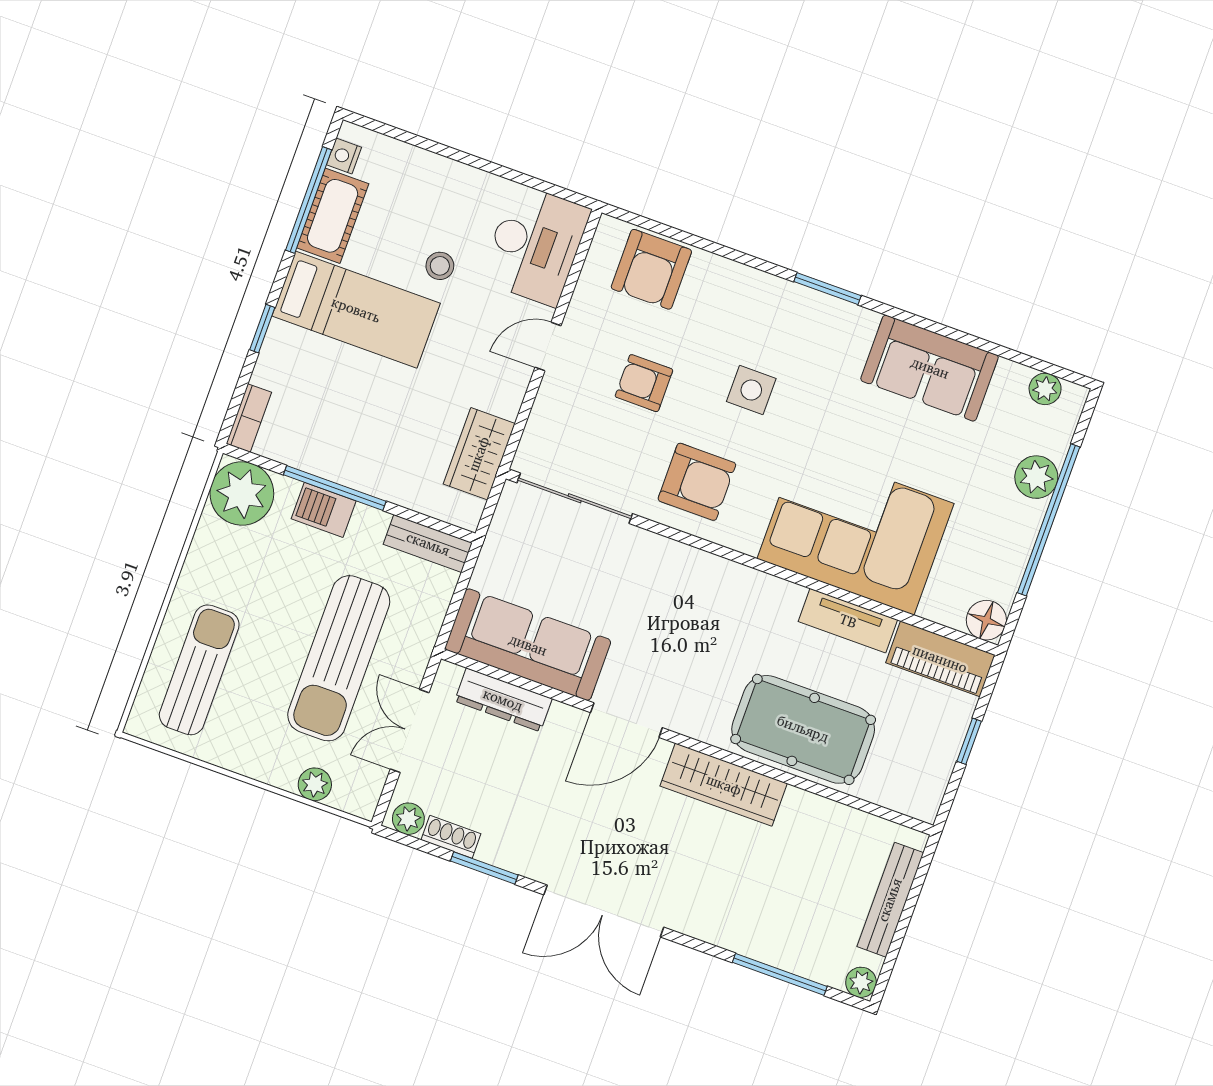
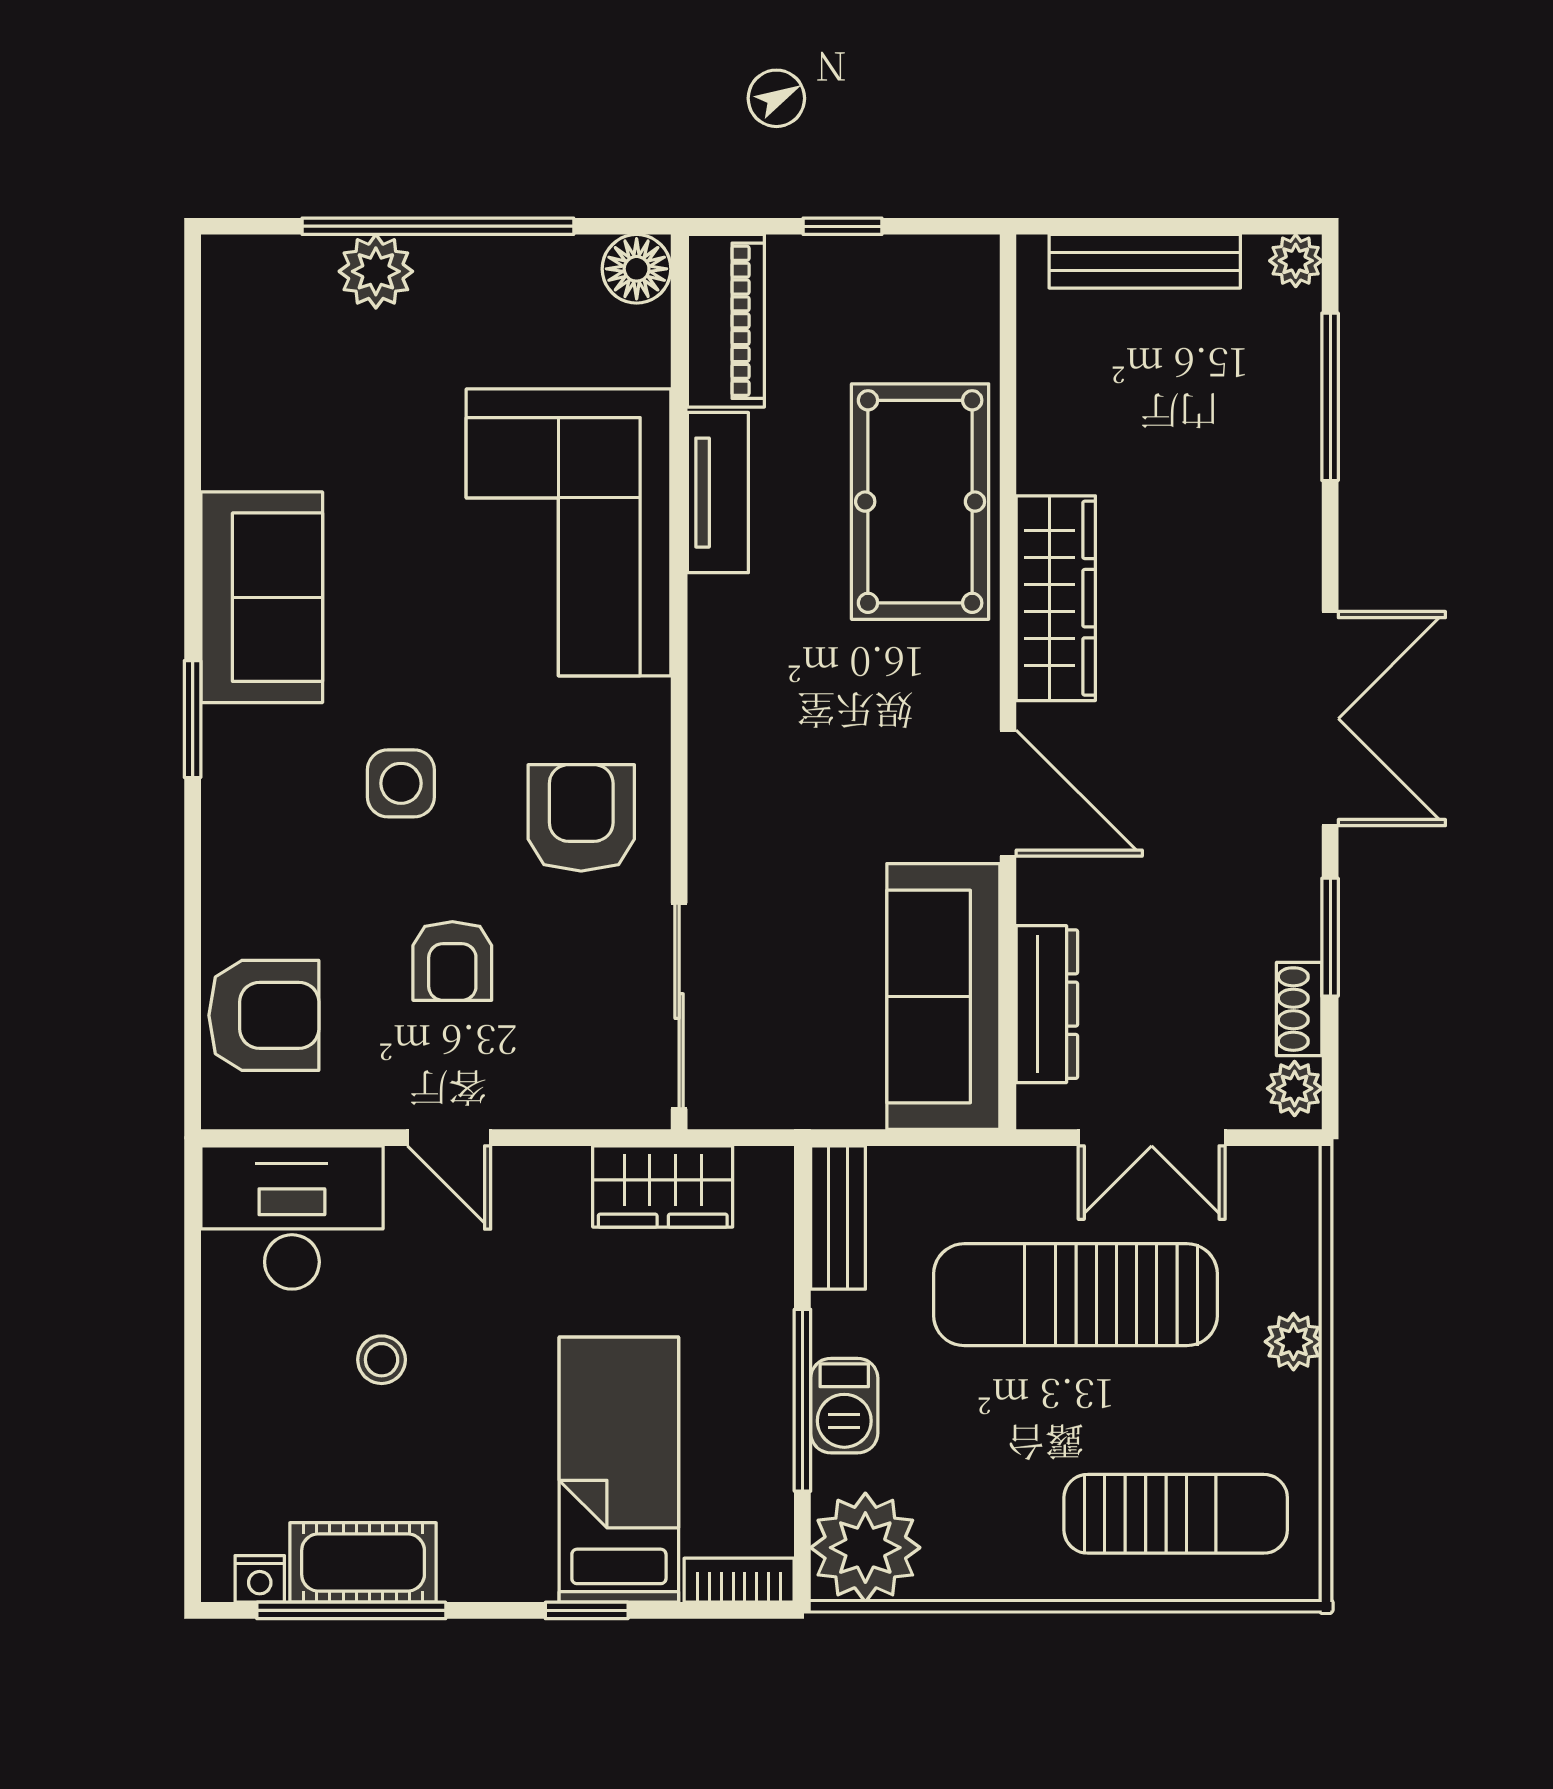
bed: (356, 310) -> (619, 1470), moved
sofa: (930, 368) -> (262, 597), moved
plant: (1045, 389) -> (228, 309), removed
sun lounger: (339, 658) -> (1076, 1295), turned 180
sun lounger: (199, 670) -> (1176, 1514), turned 180
plant: (315, 784) -> (1293, 1342), moved

